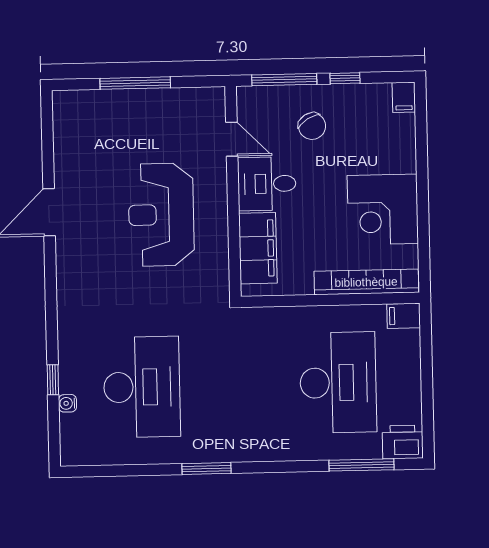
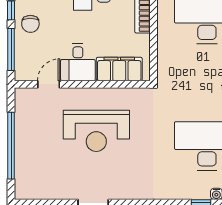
window: (135, 83) -> (11, 146), width x1.46
chair: (312, 126) -> (30, 24), moved, turned 121

